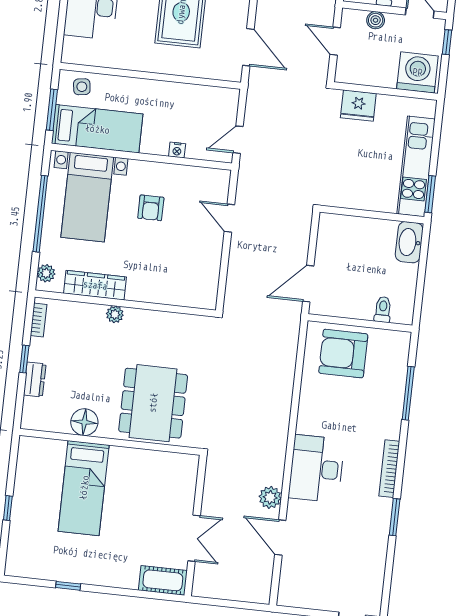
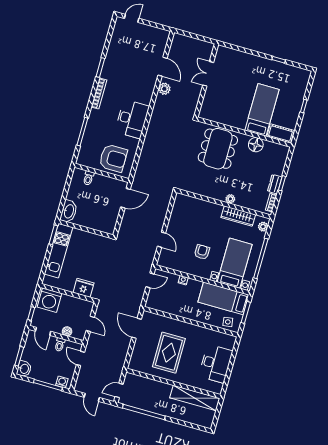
dresser: (35, 379) -> (275, 184), moved
desk: (316, 469) -> (132, 119), moved
cot: (163, 580) -> (281, 134), moved

